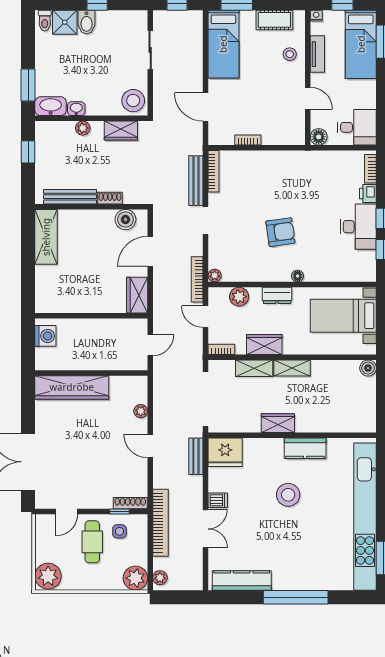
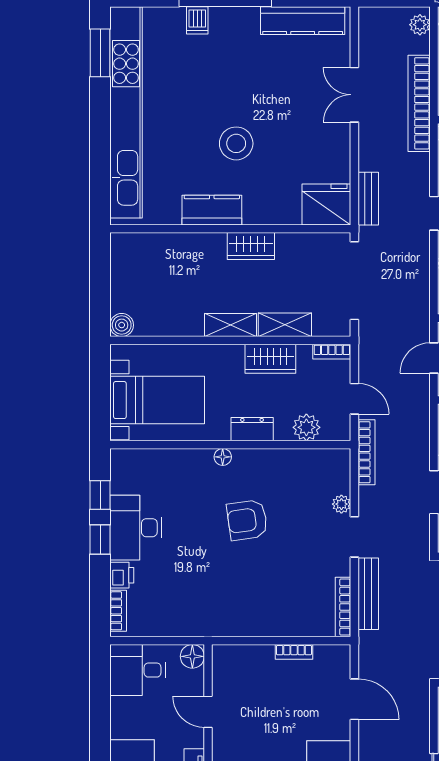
plant: (215, 276) -> (341, 504), moved
dishwasher: (218, 500) -> (197, 20), moved, turned -90

